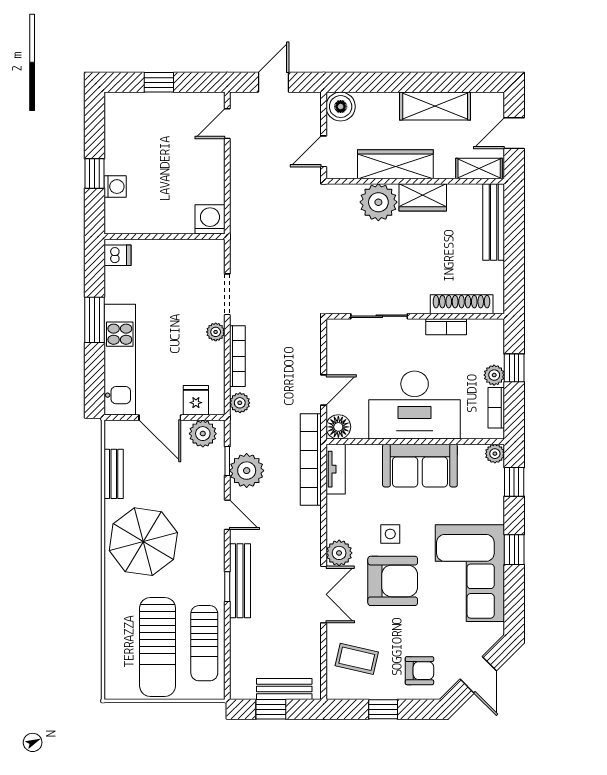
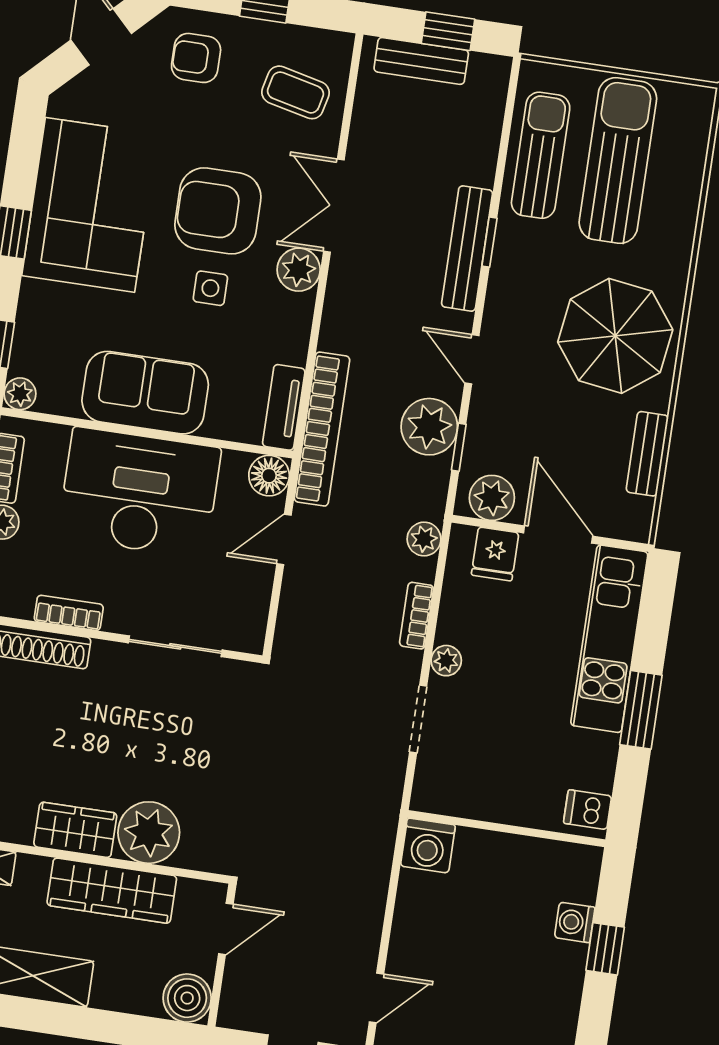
bookcase: (237, 356) -> (417, 616), width x0.64

